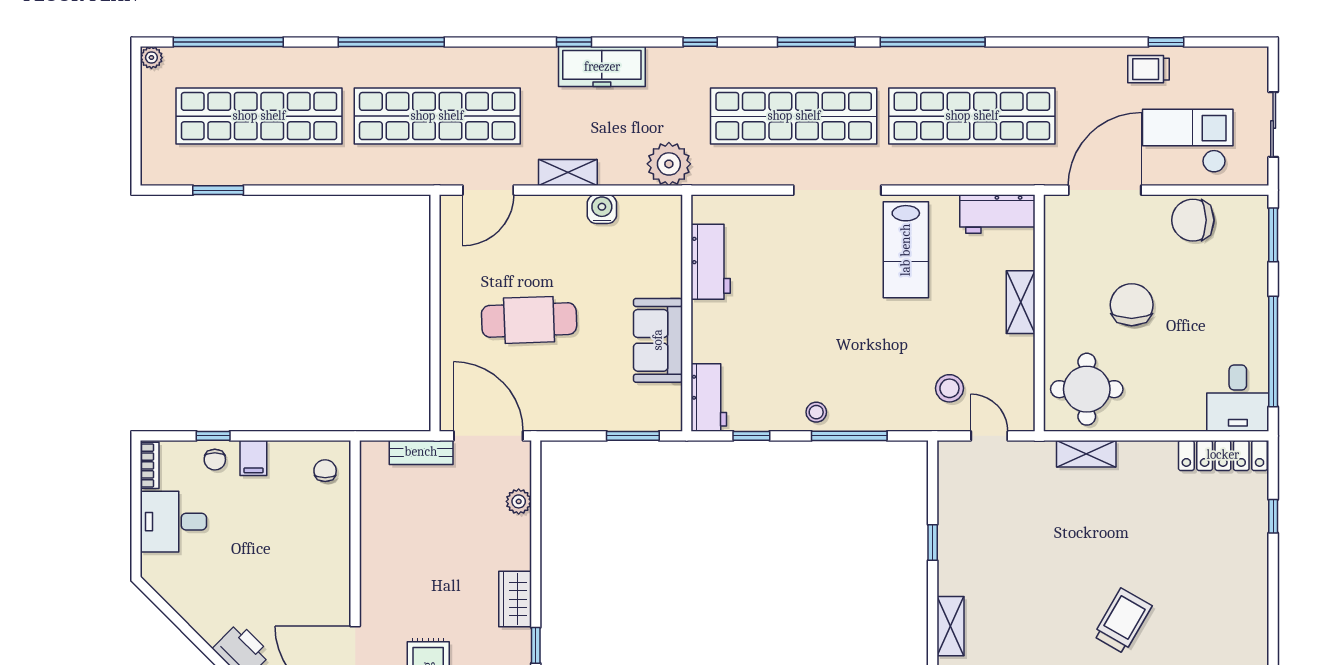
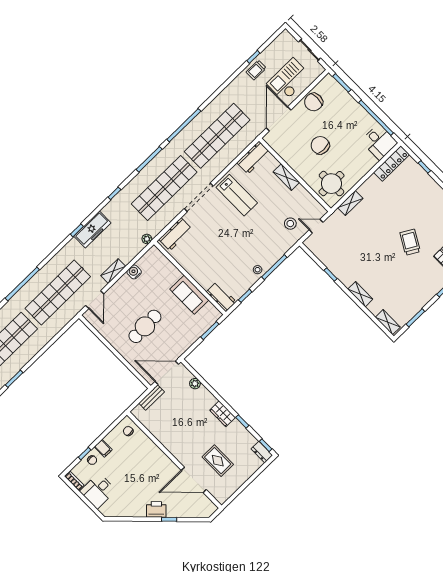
plant: (669, 164) -> (147, 239), width x0.53, depth x0.53
workbench: (711, 262) -> (175, 234), moved, turned 90

